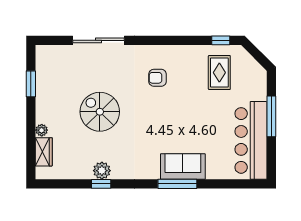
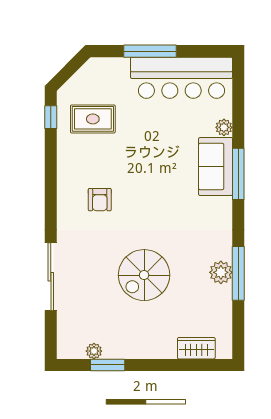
plant: (42, 130) -> (94, 351), moved
plant: (213, 173) -> (224, 127), added
window: (101, 184) -> (238, 273), width x2.17

